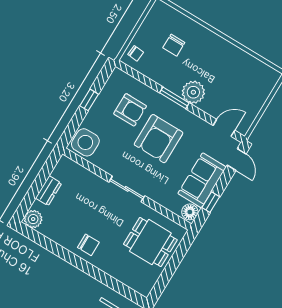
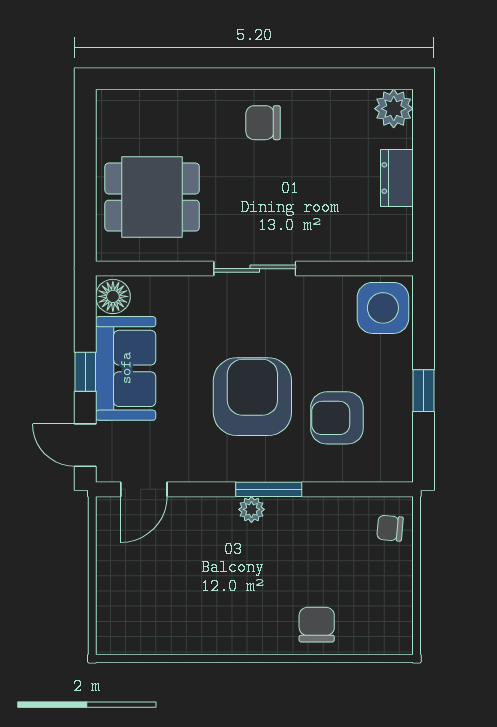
chair: (174, 45) -> (317, 625), moved
plant: (193, 92) -> (251, 509), width x0.53, depth x0.53
window: (211, 202) -> (85, 372), moved

